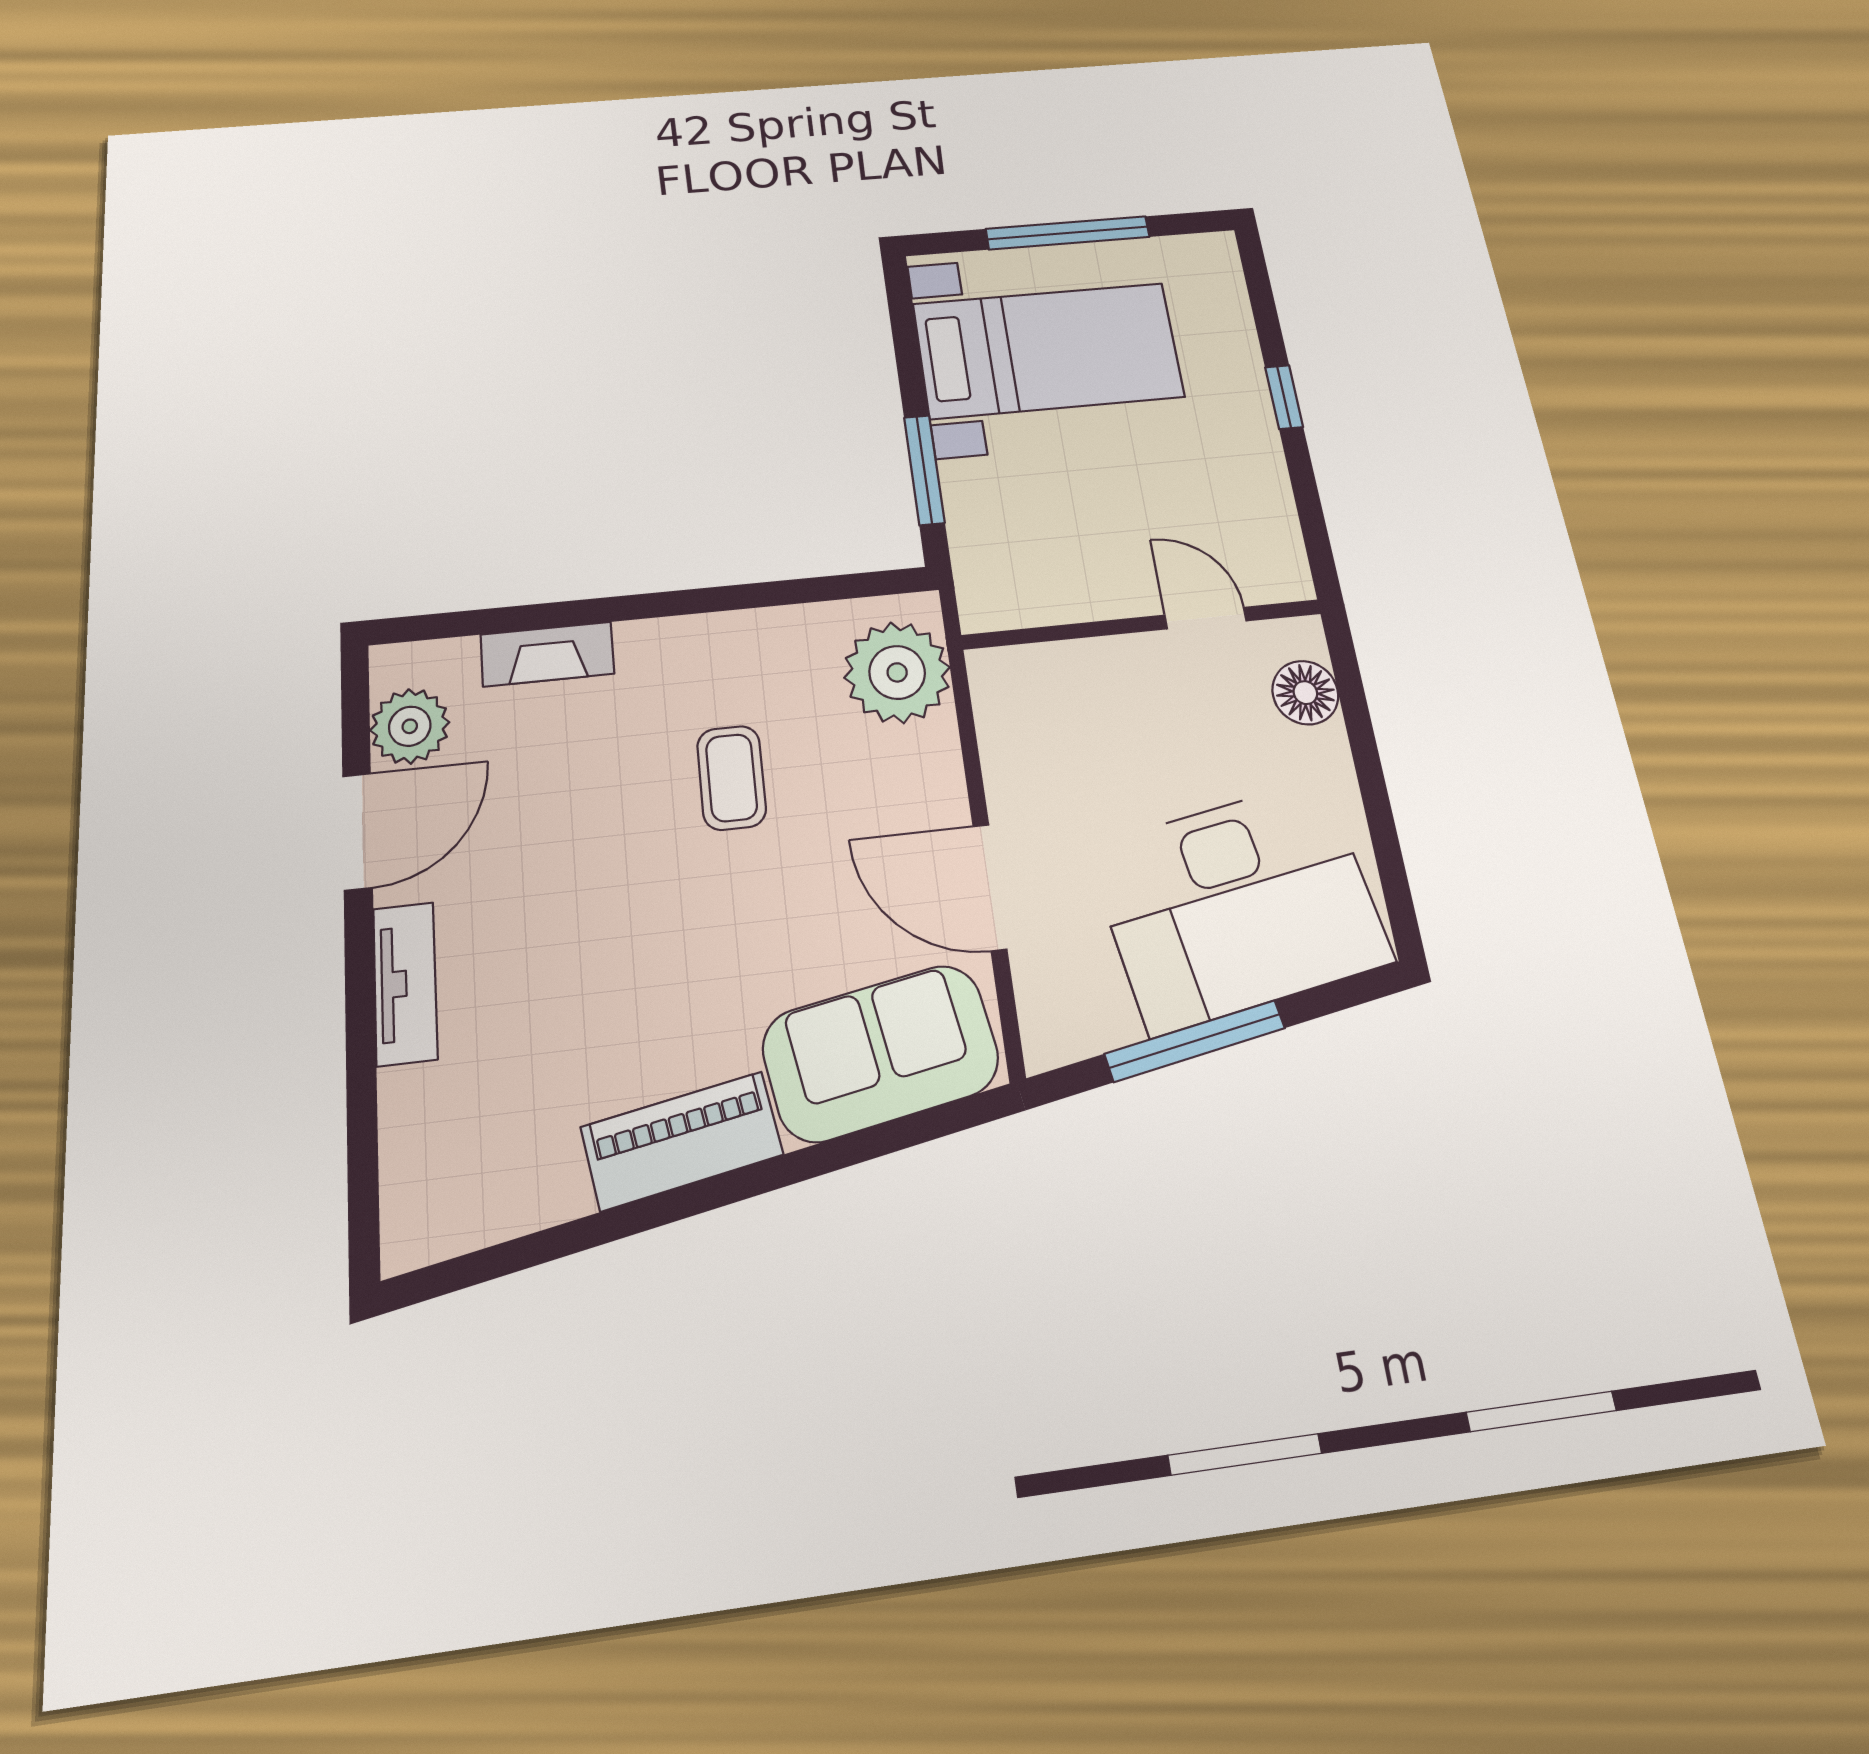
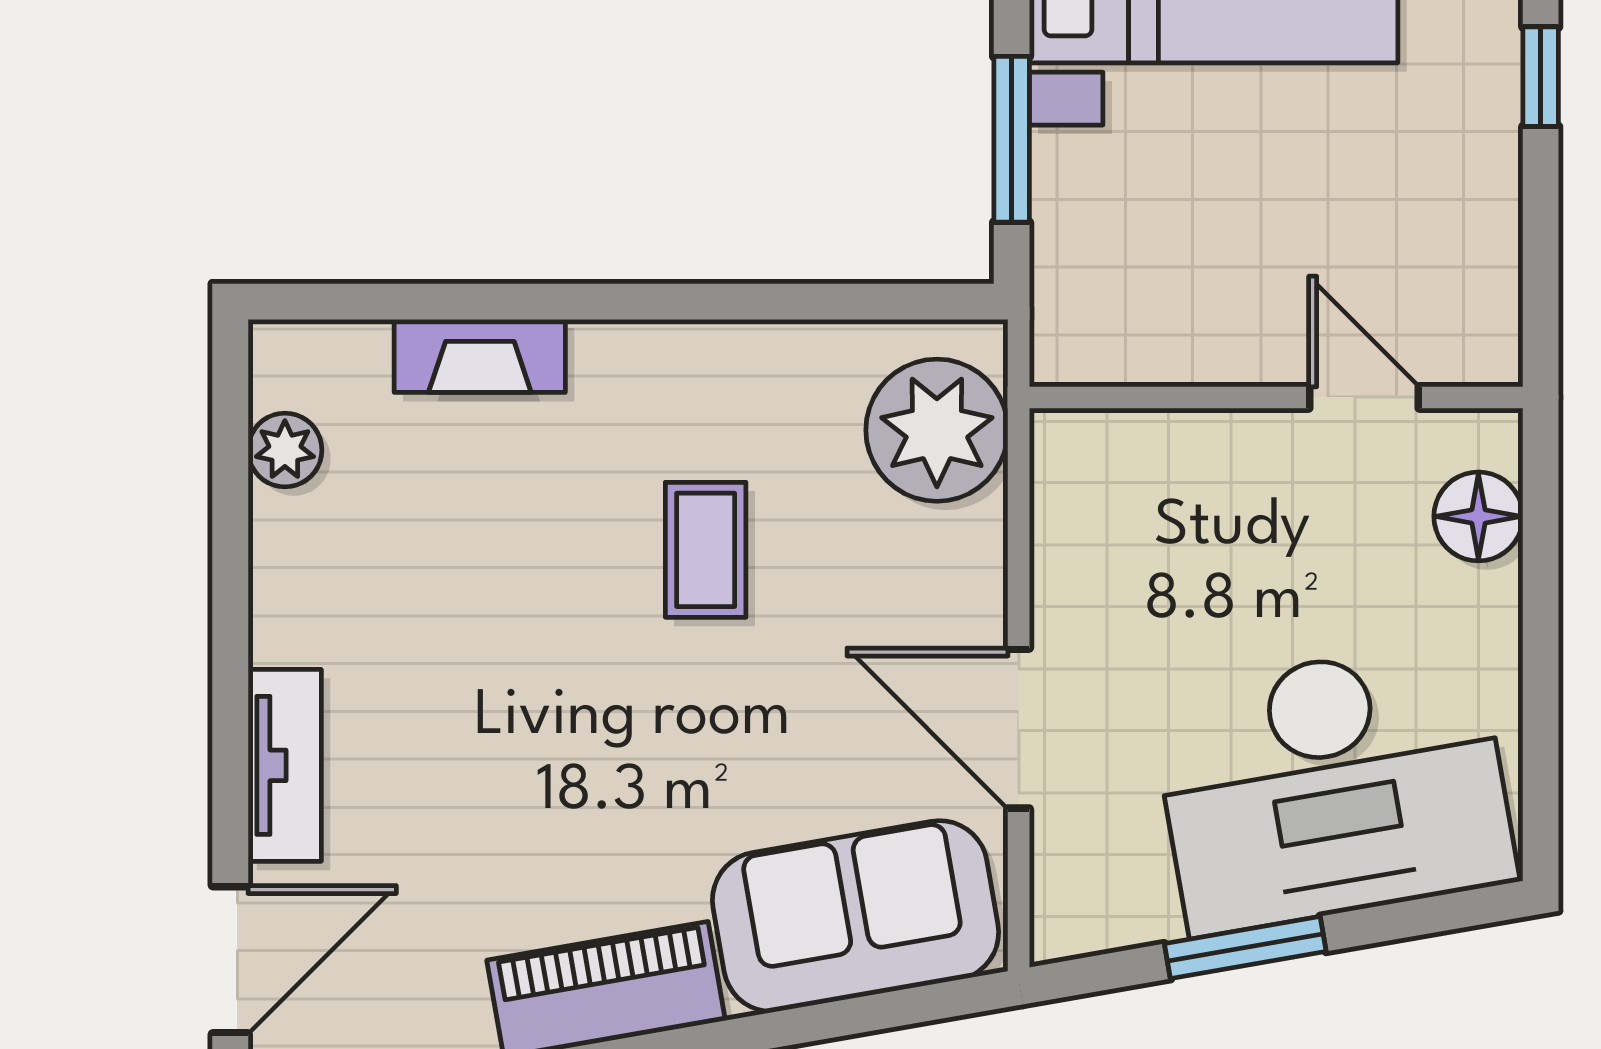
plant: (410, 726) -> (285, 450), width x0.73, depth x0.73
door: (357, 831) -> (230, 960), moved
window: (1195, 1041) -> (1245, 948), width x0.69

